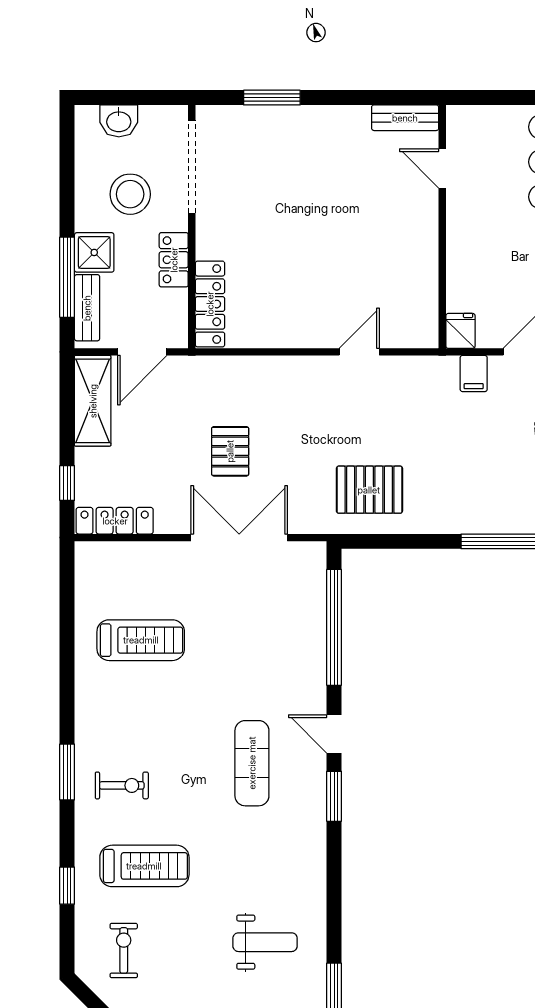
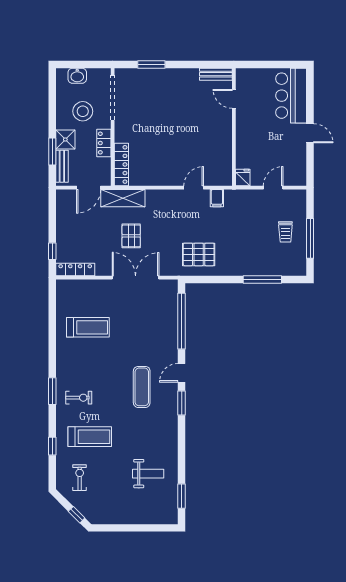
window: (67, 277) -> (52, 152), width x0.69
filing cabinet: (474, 373) -> (217, 198), moved
shelving: (93, 401) -> (123, 198), moved, turned 90
door: (334, 734) -> (182, 373), hinge flipped

